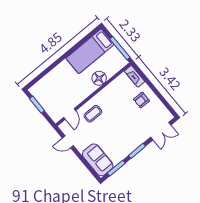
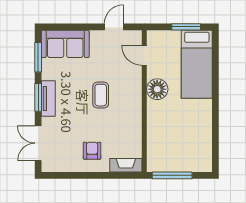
bed: (90, 51) -> (197, 64), moved, turned 180
floor lamp: (99, 78) -> (157, 89), moved
coffee table: (93, 114) -> (101, 95), moved
tv unit: (133, 145) -> (48, 99), added

